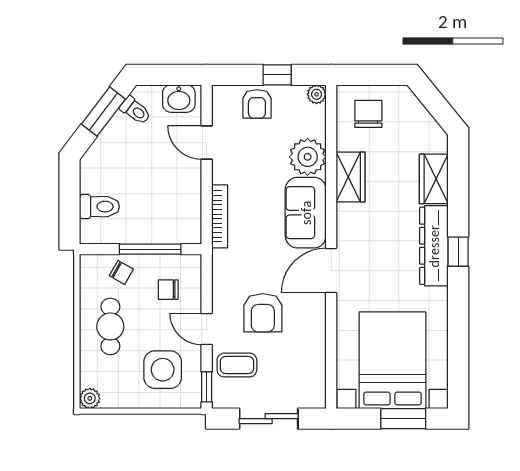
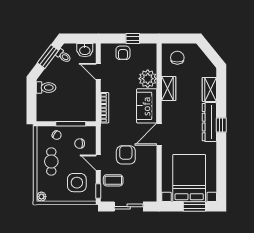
plant: (317, 94) -> (152, 48), removed
toilet: (99, 207) -> (46, 88), moved
armchair: (263, 313) -> (126, 155), turned 180

